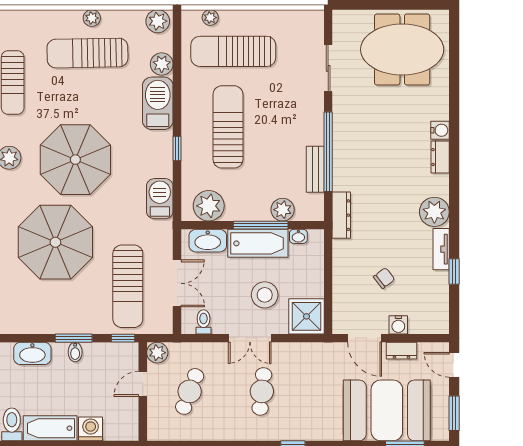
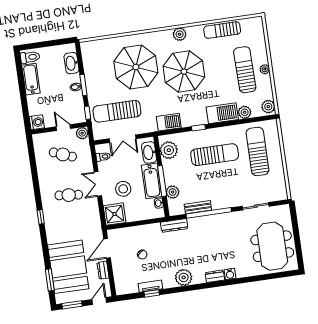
plant: (210, 18) -> (275, 136), removed
tv unit: (441, 249) -> (150, 286), moved
water cooler: (398, 325) -> (117, 266), removed
washing machine: (91, 429) -> (37, 122), moved

